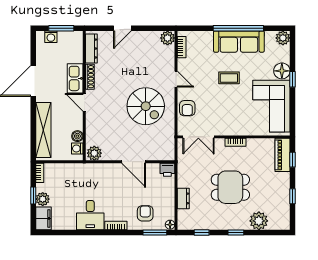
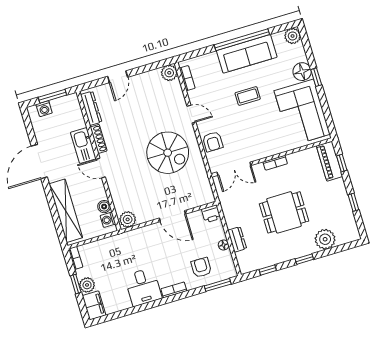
floor lamp: (170, 225) -> (224, 245), moved

